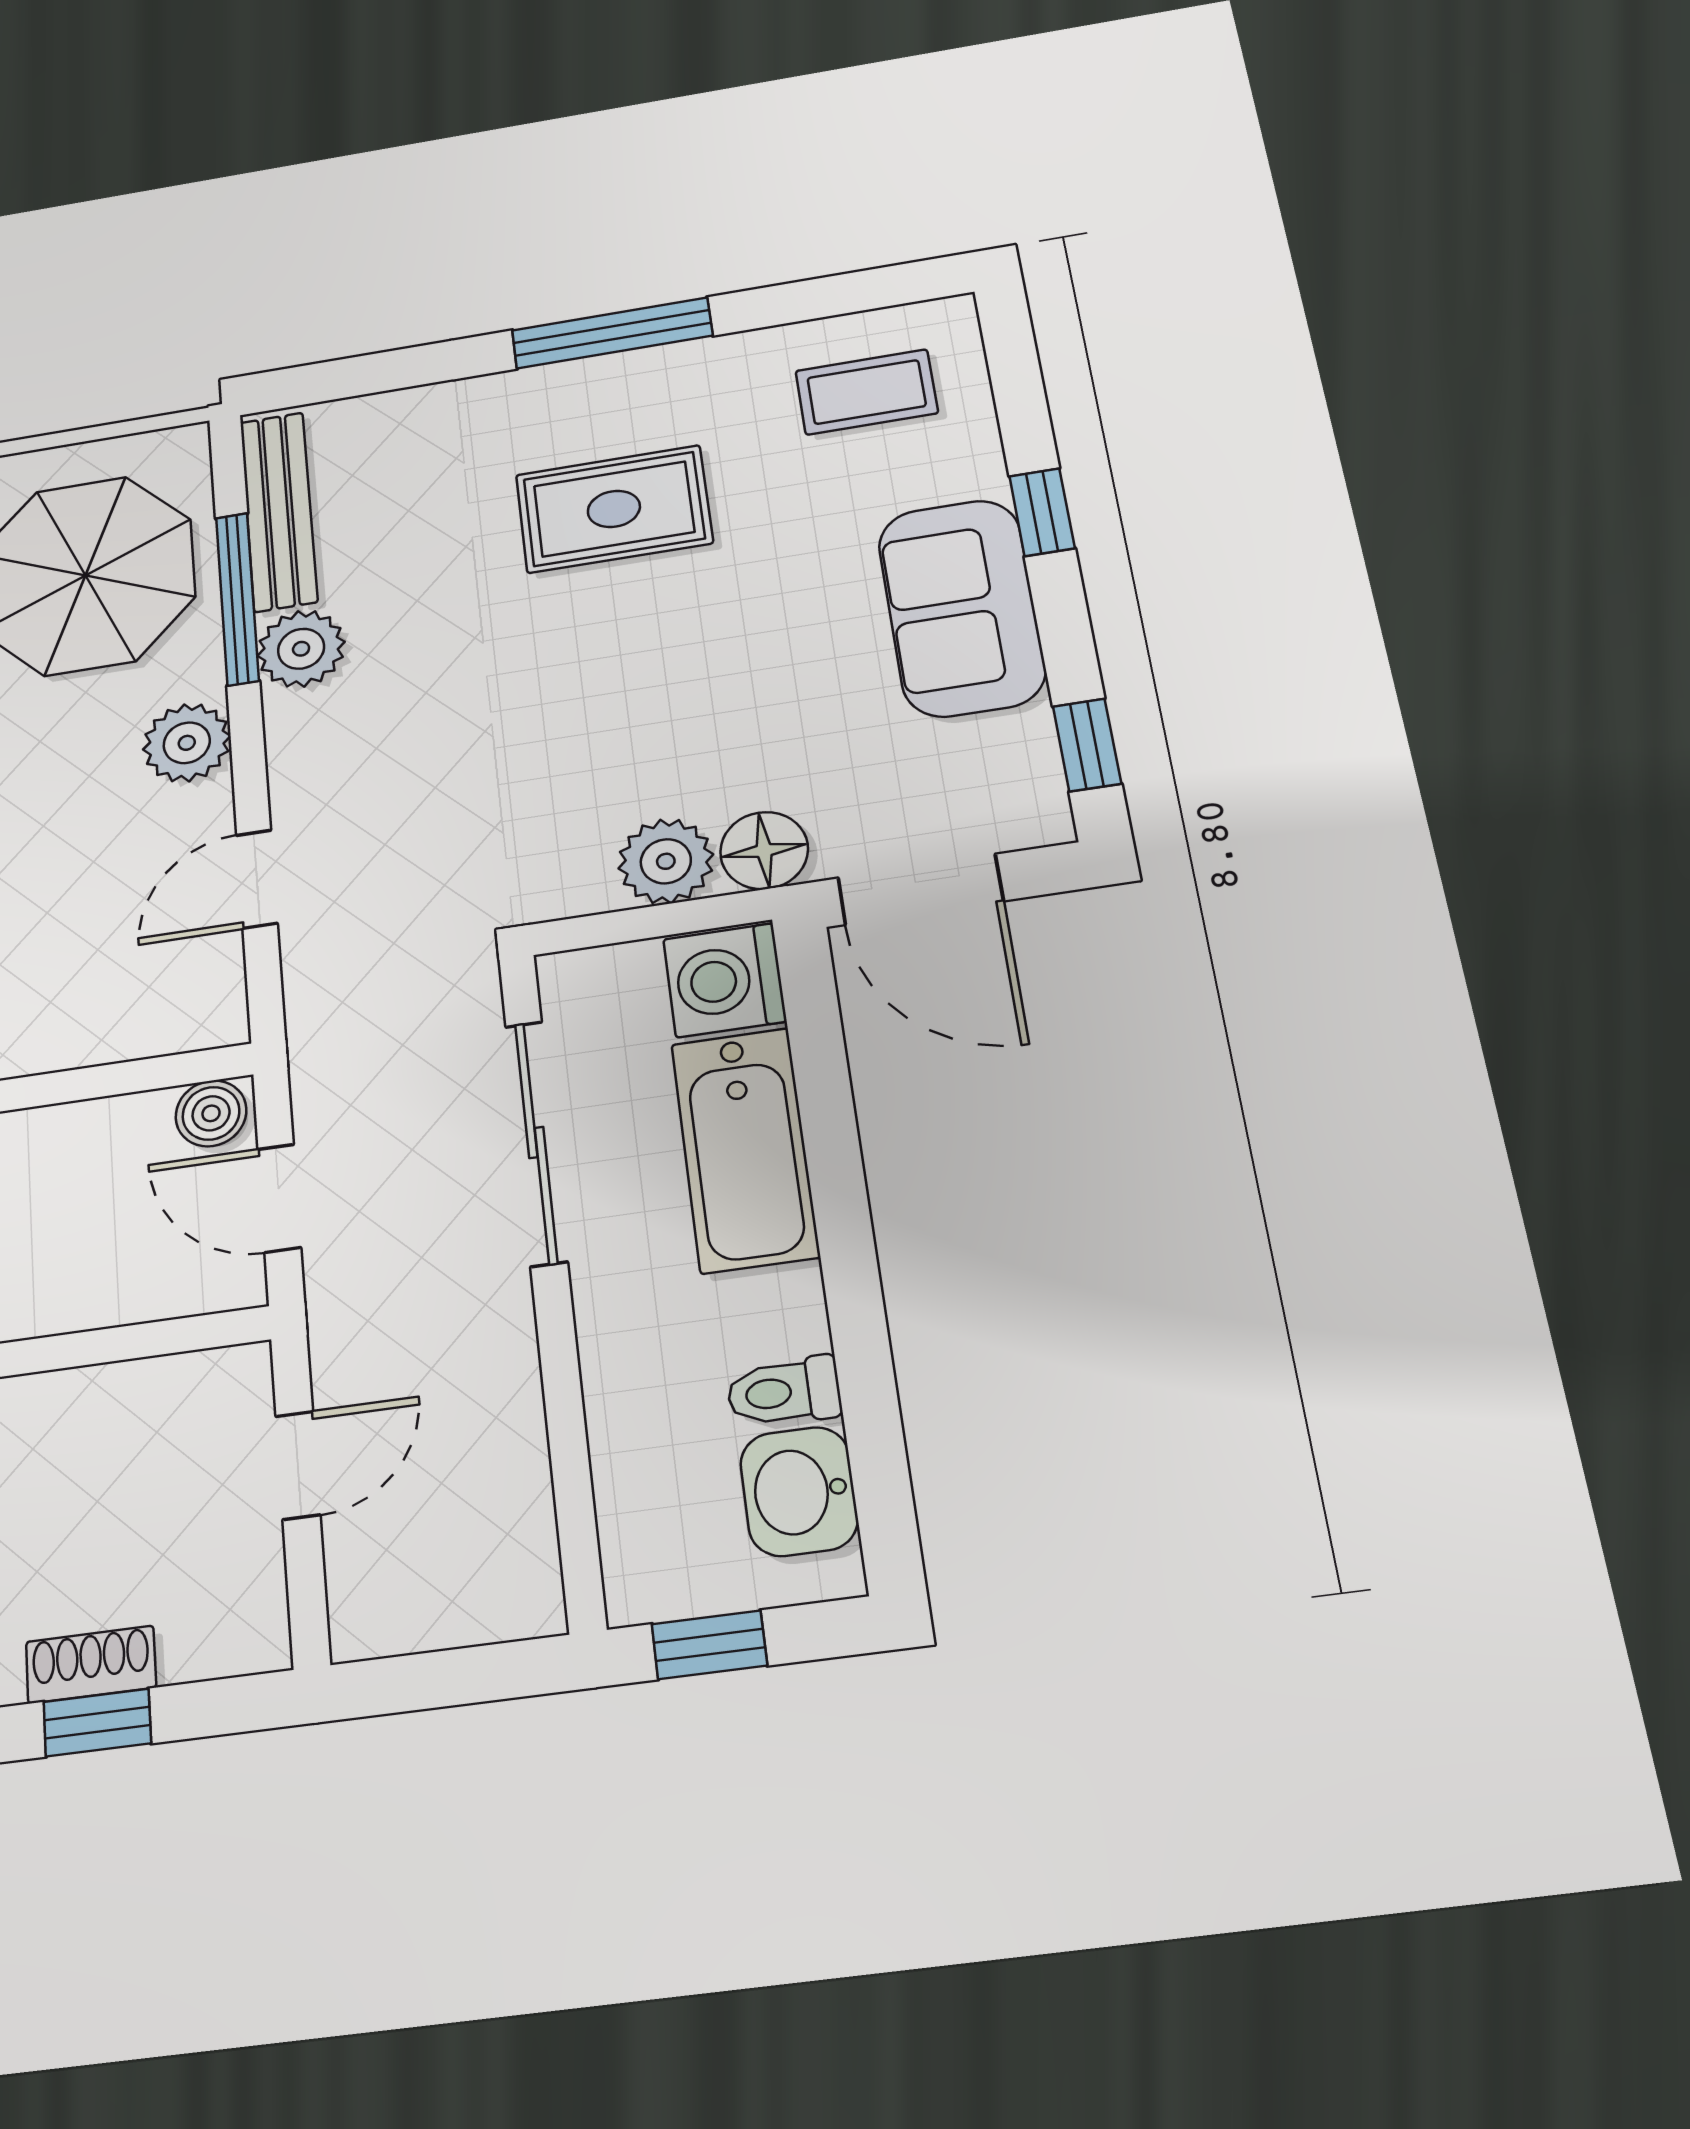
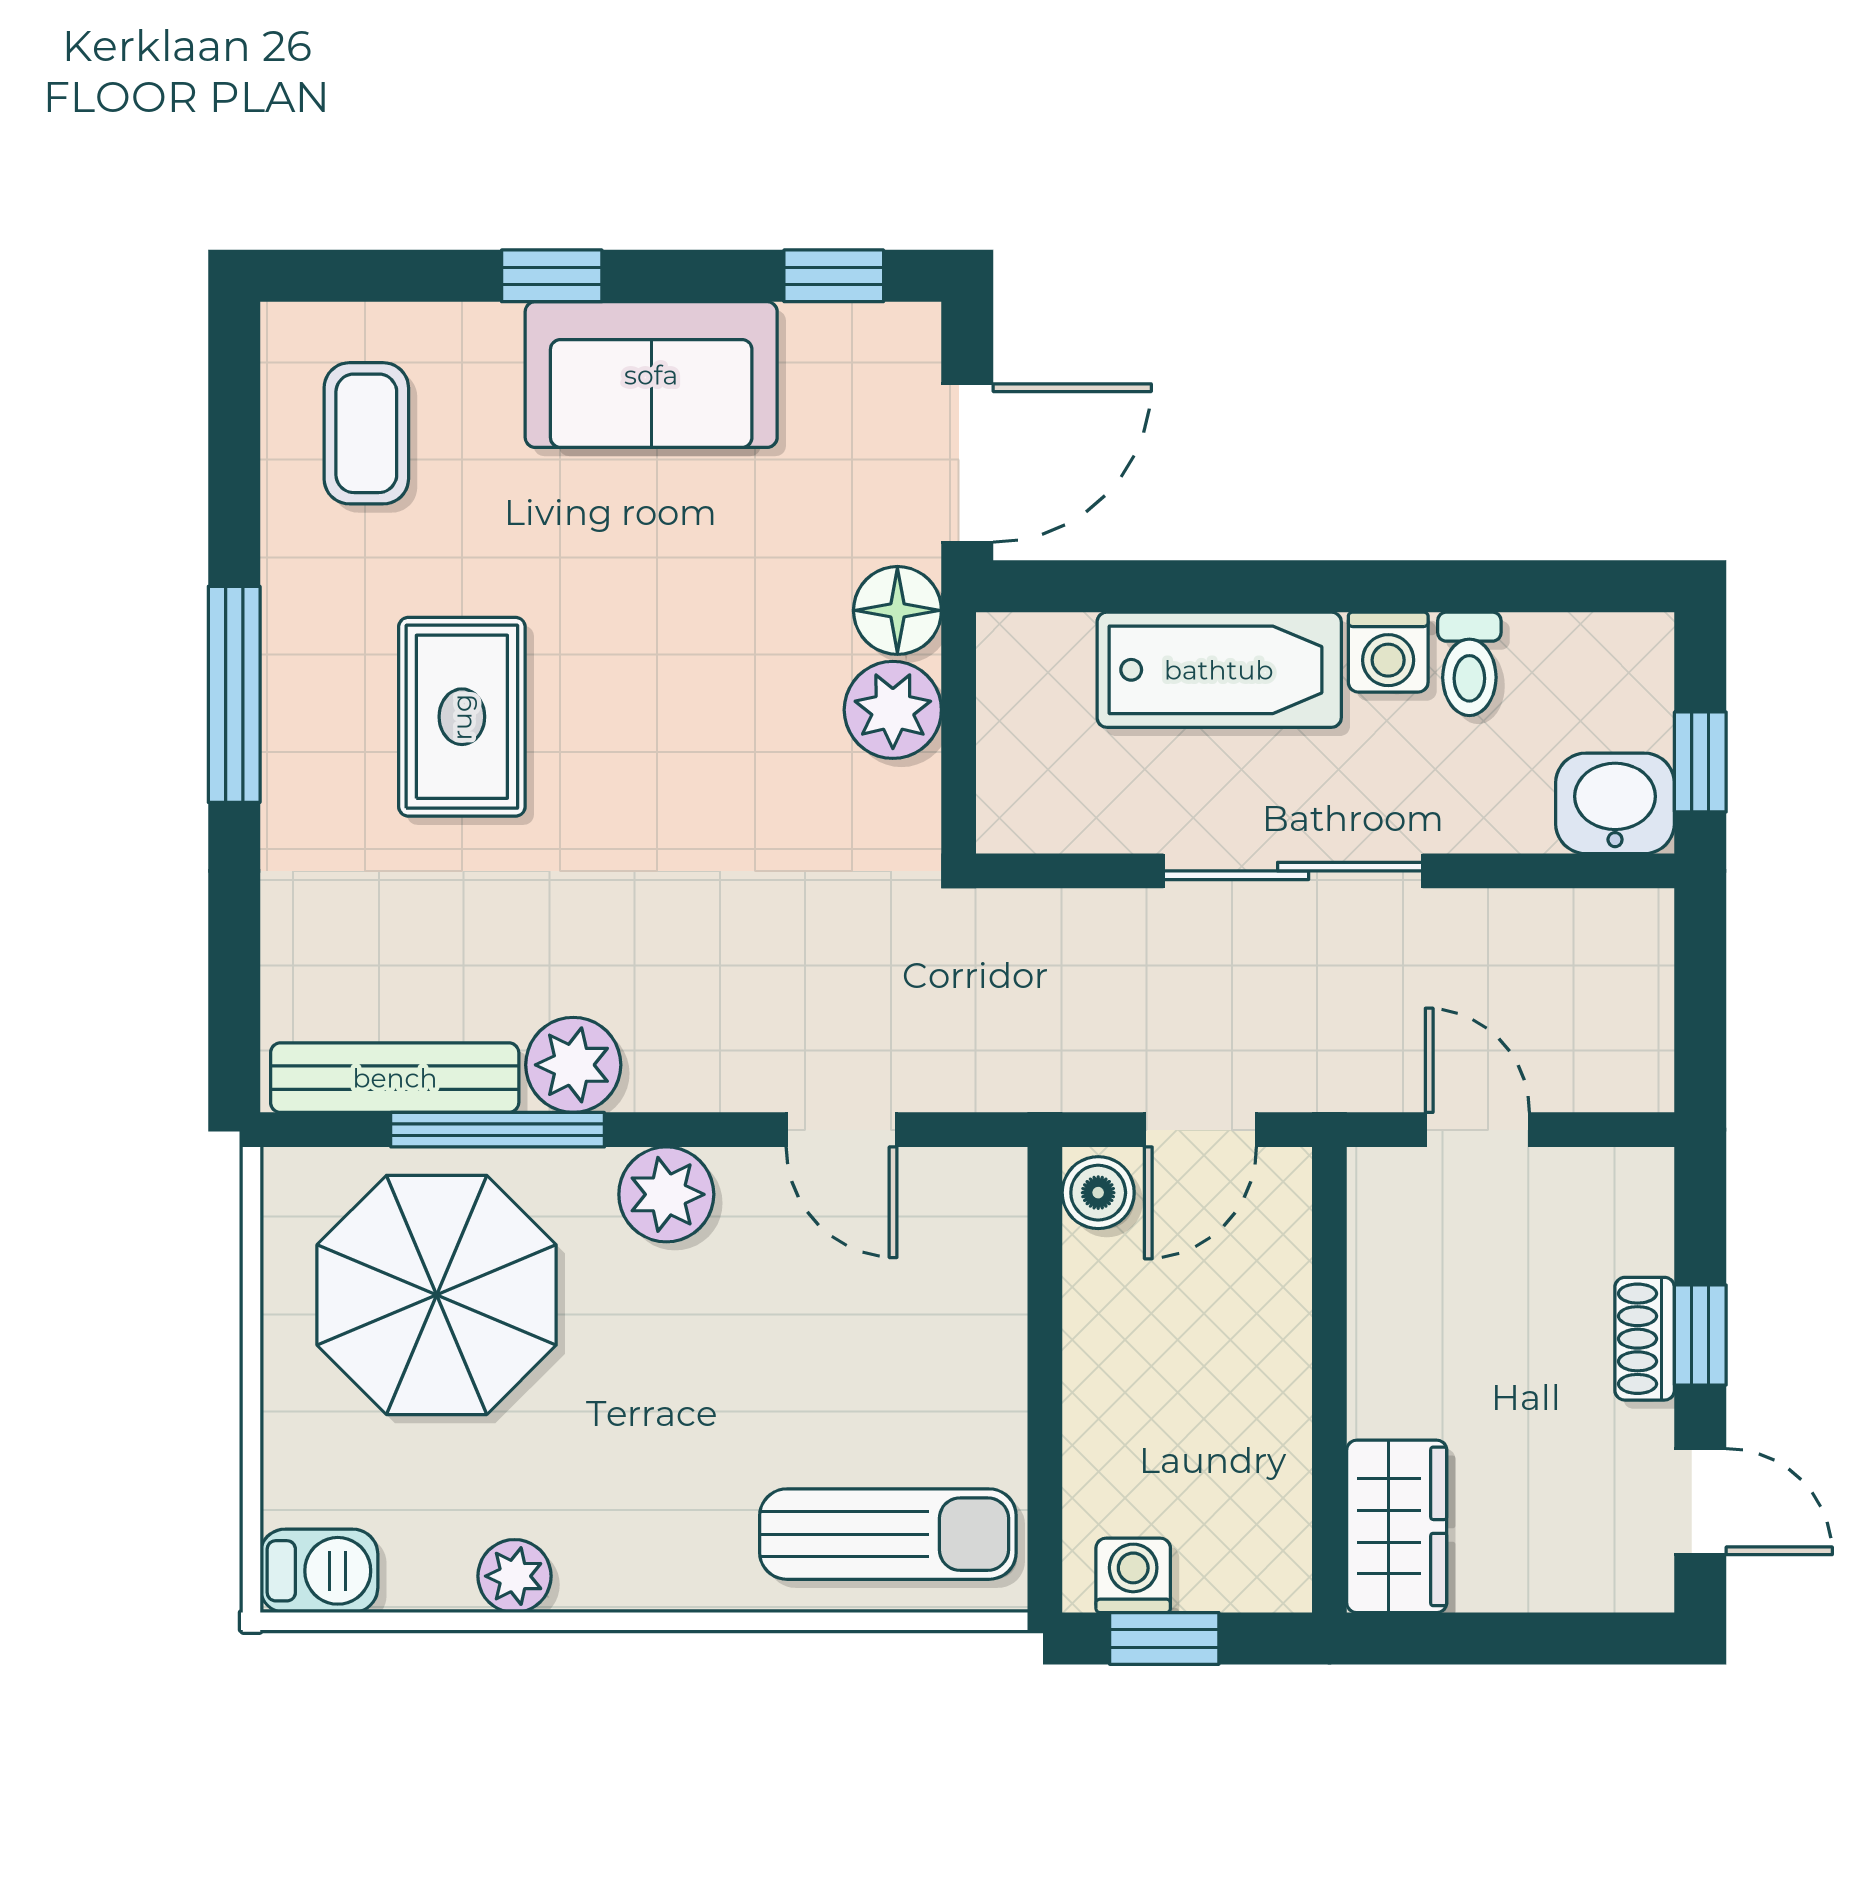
washing machine: (725, 980) -> (1388, 652), moved, width x0.73, depth x0.73
sliding door: (536, 1143) -> (1293, 871), moved
washbasin: (799, 1491) -> (1615, 803), moved, turned 180

